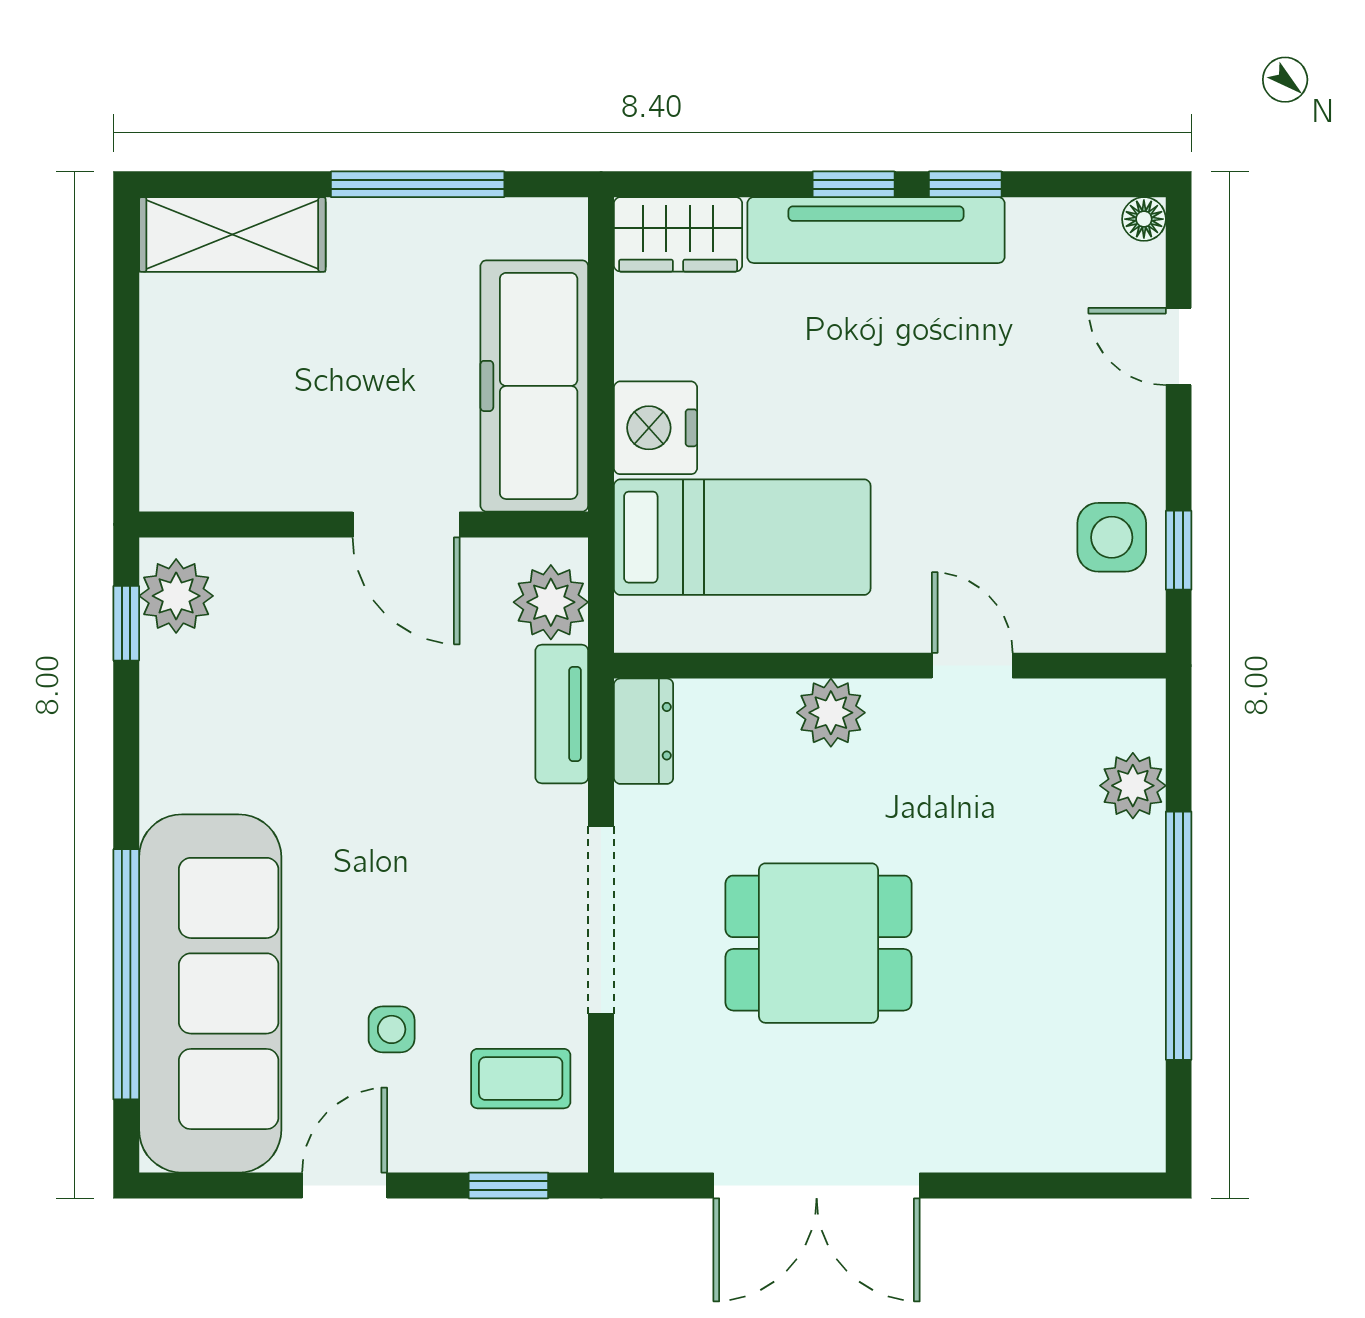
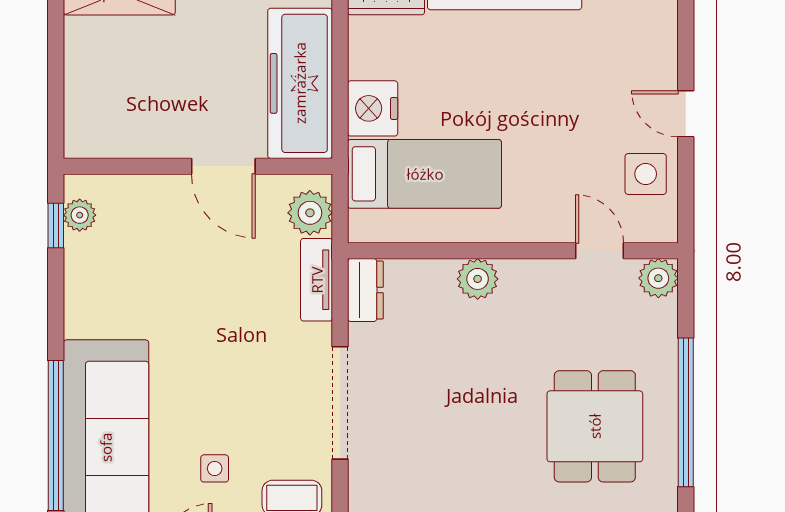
door: (1179, 346) -> (686, 114), moved
window: (1179, 550) -> (686, 182), removed
plant: (176, 596) -> (80, 215), width x0.73, depth x0.73
door: (972, 666) -> (600, 251), moved
plant: (1133, 786) -> (658, 278), moved
dining table: (819, 943) -> (595, 426), moved, turned 90

